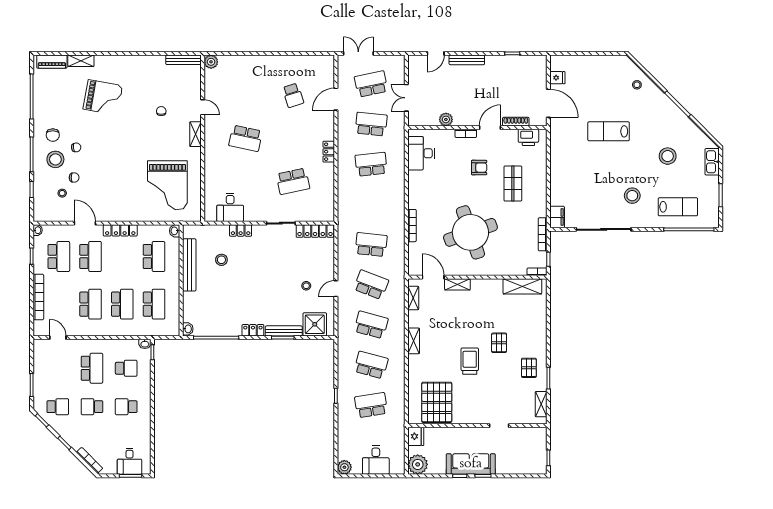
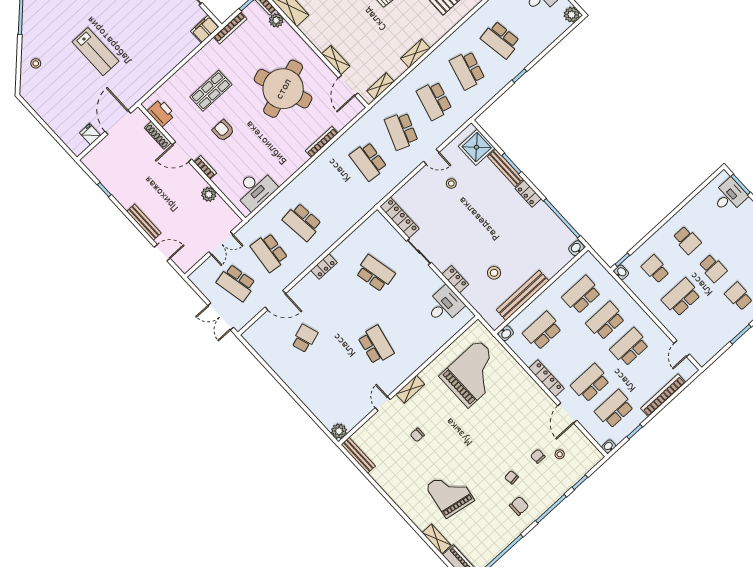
stool: (55, 159) -> (537, 485), removed
plant: (520, 269) -> (276, 20), added

